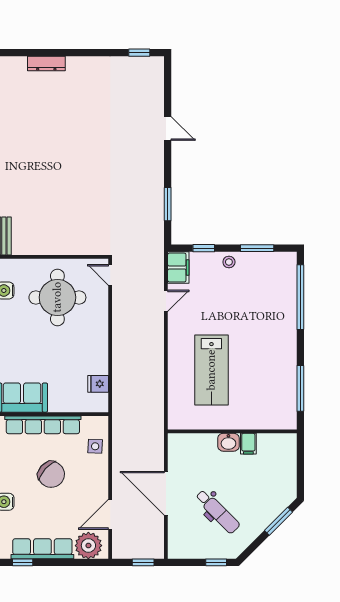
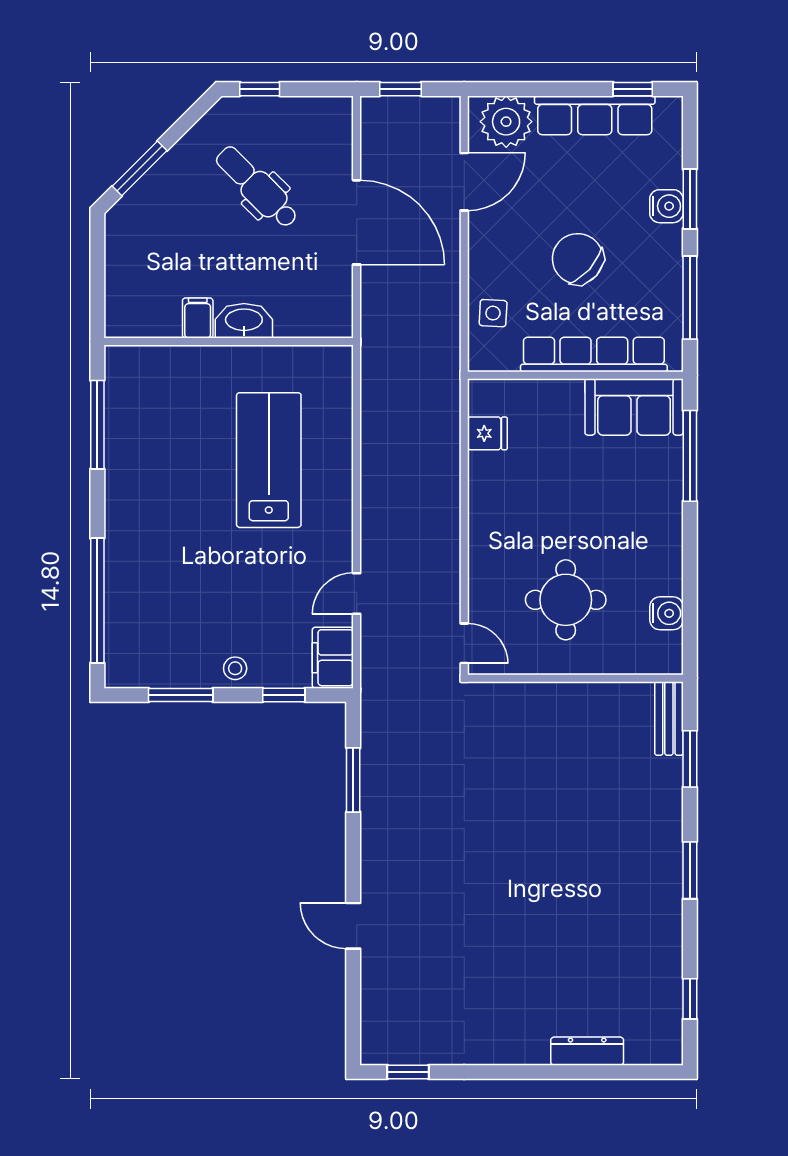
round table: (57, 297) -> (566, 600), width x0.73, depth x0.73
washbasin: (228, 442) -> (244, 321), width x1.38

